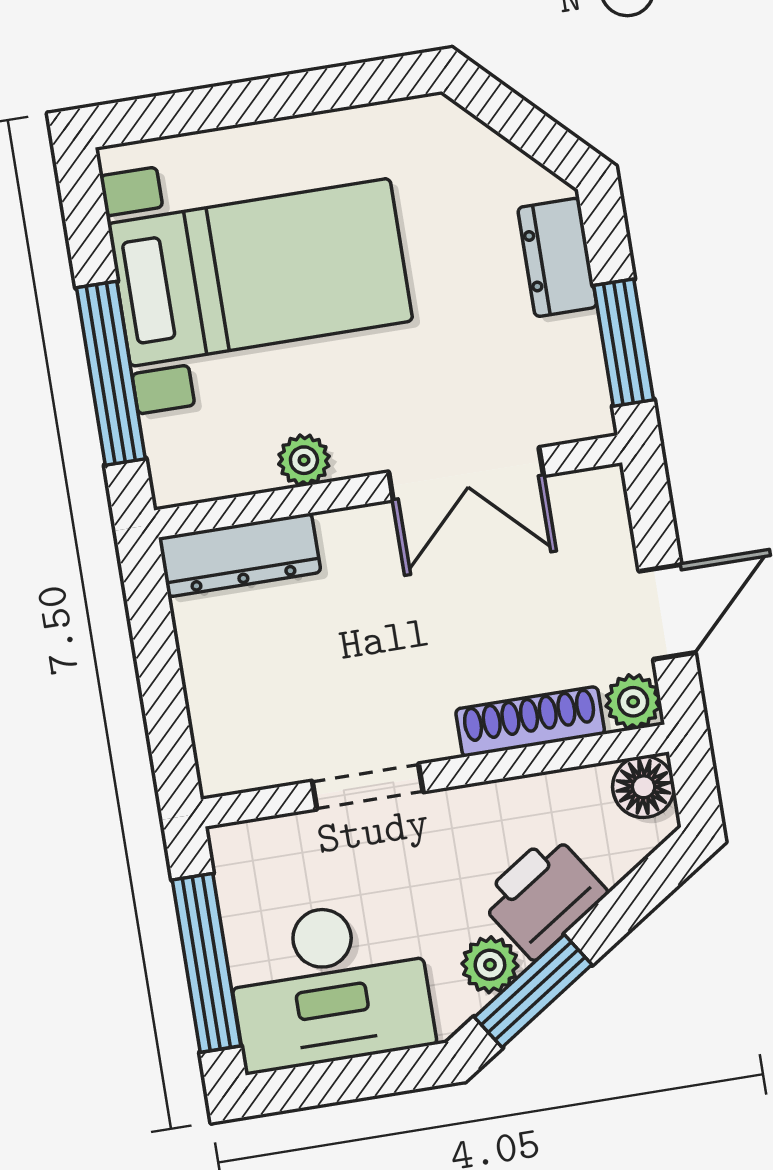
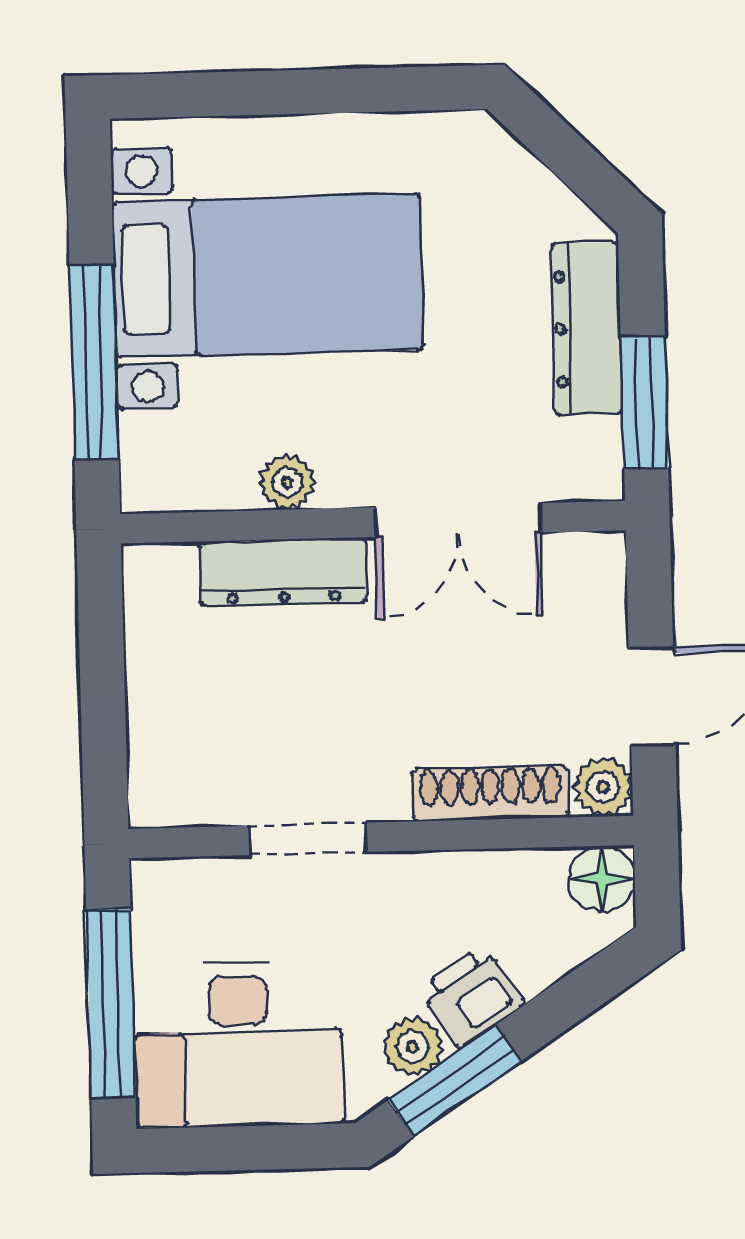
dresser: (557, 257) -> (587, 329), width x1.44
dresser: (240, 555) -> (283, 572), moved
printer: (543, 896) -> (472, 997), width x0.73, depth x0.81

